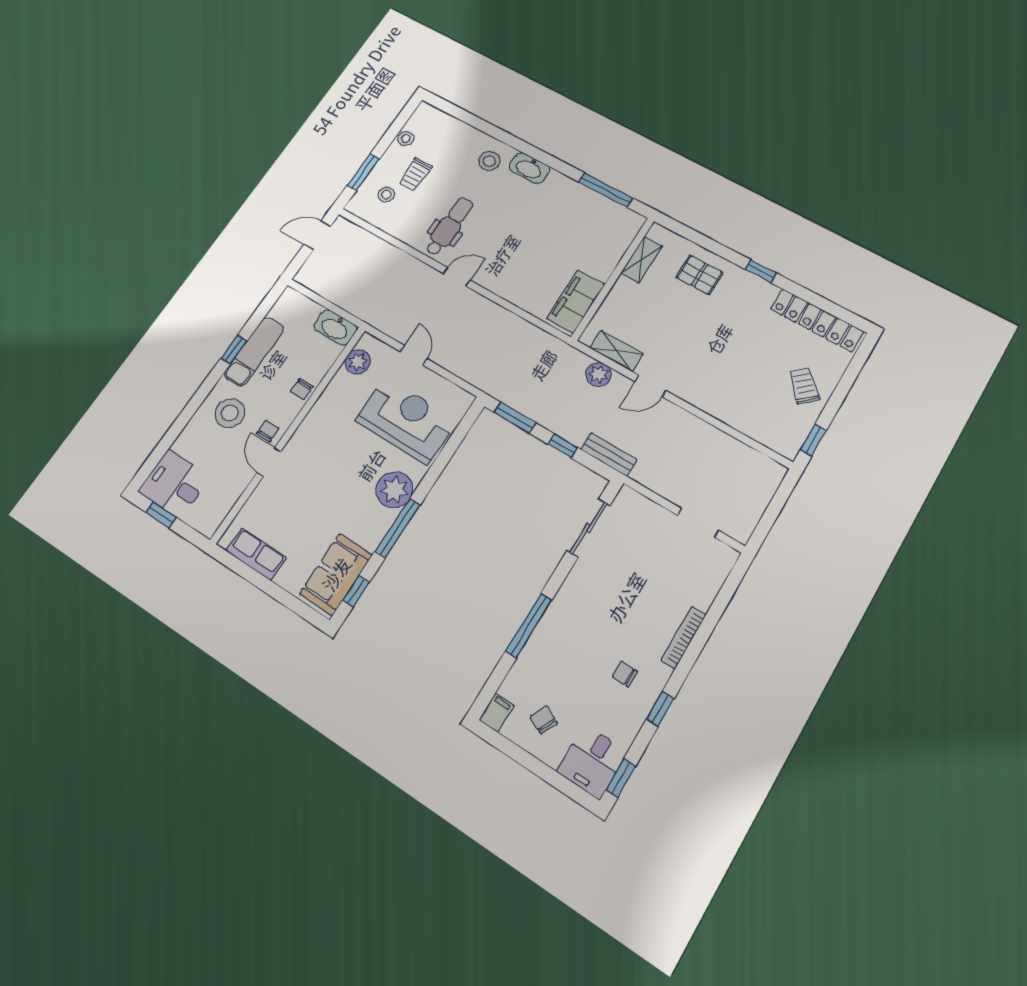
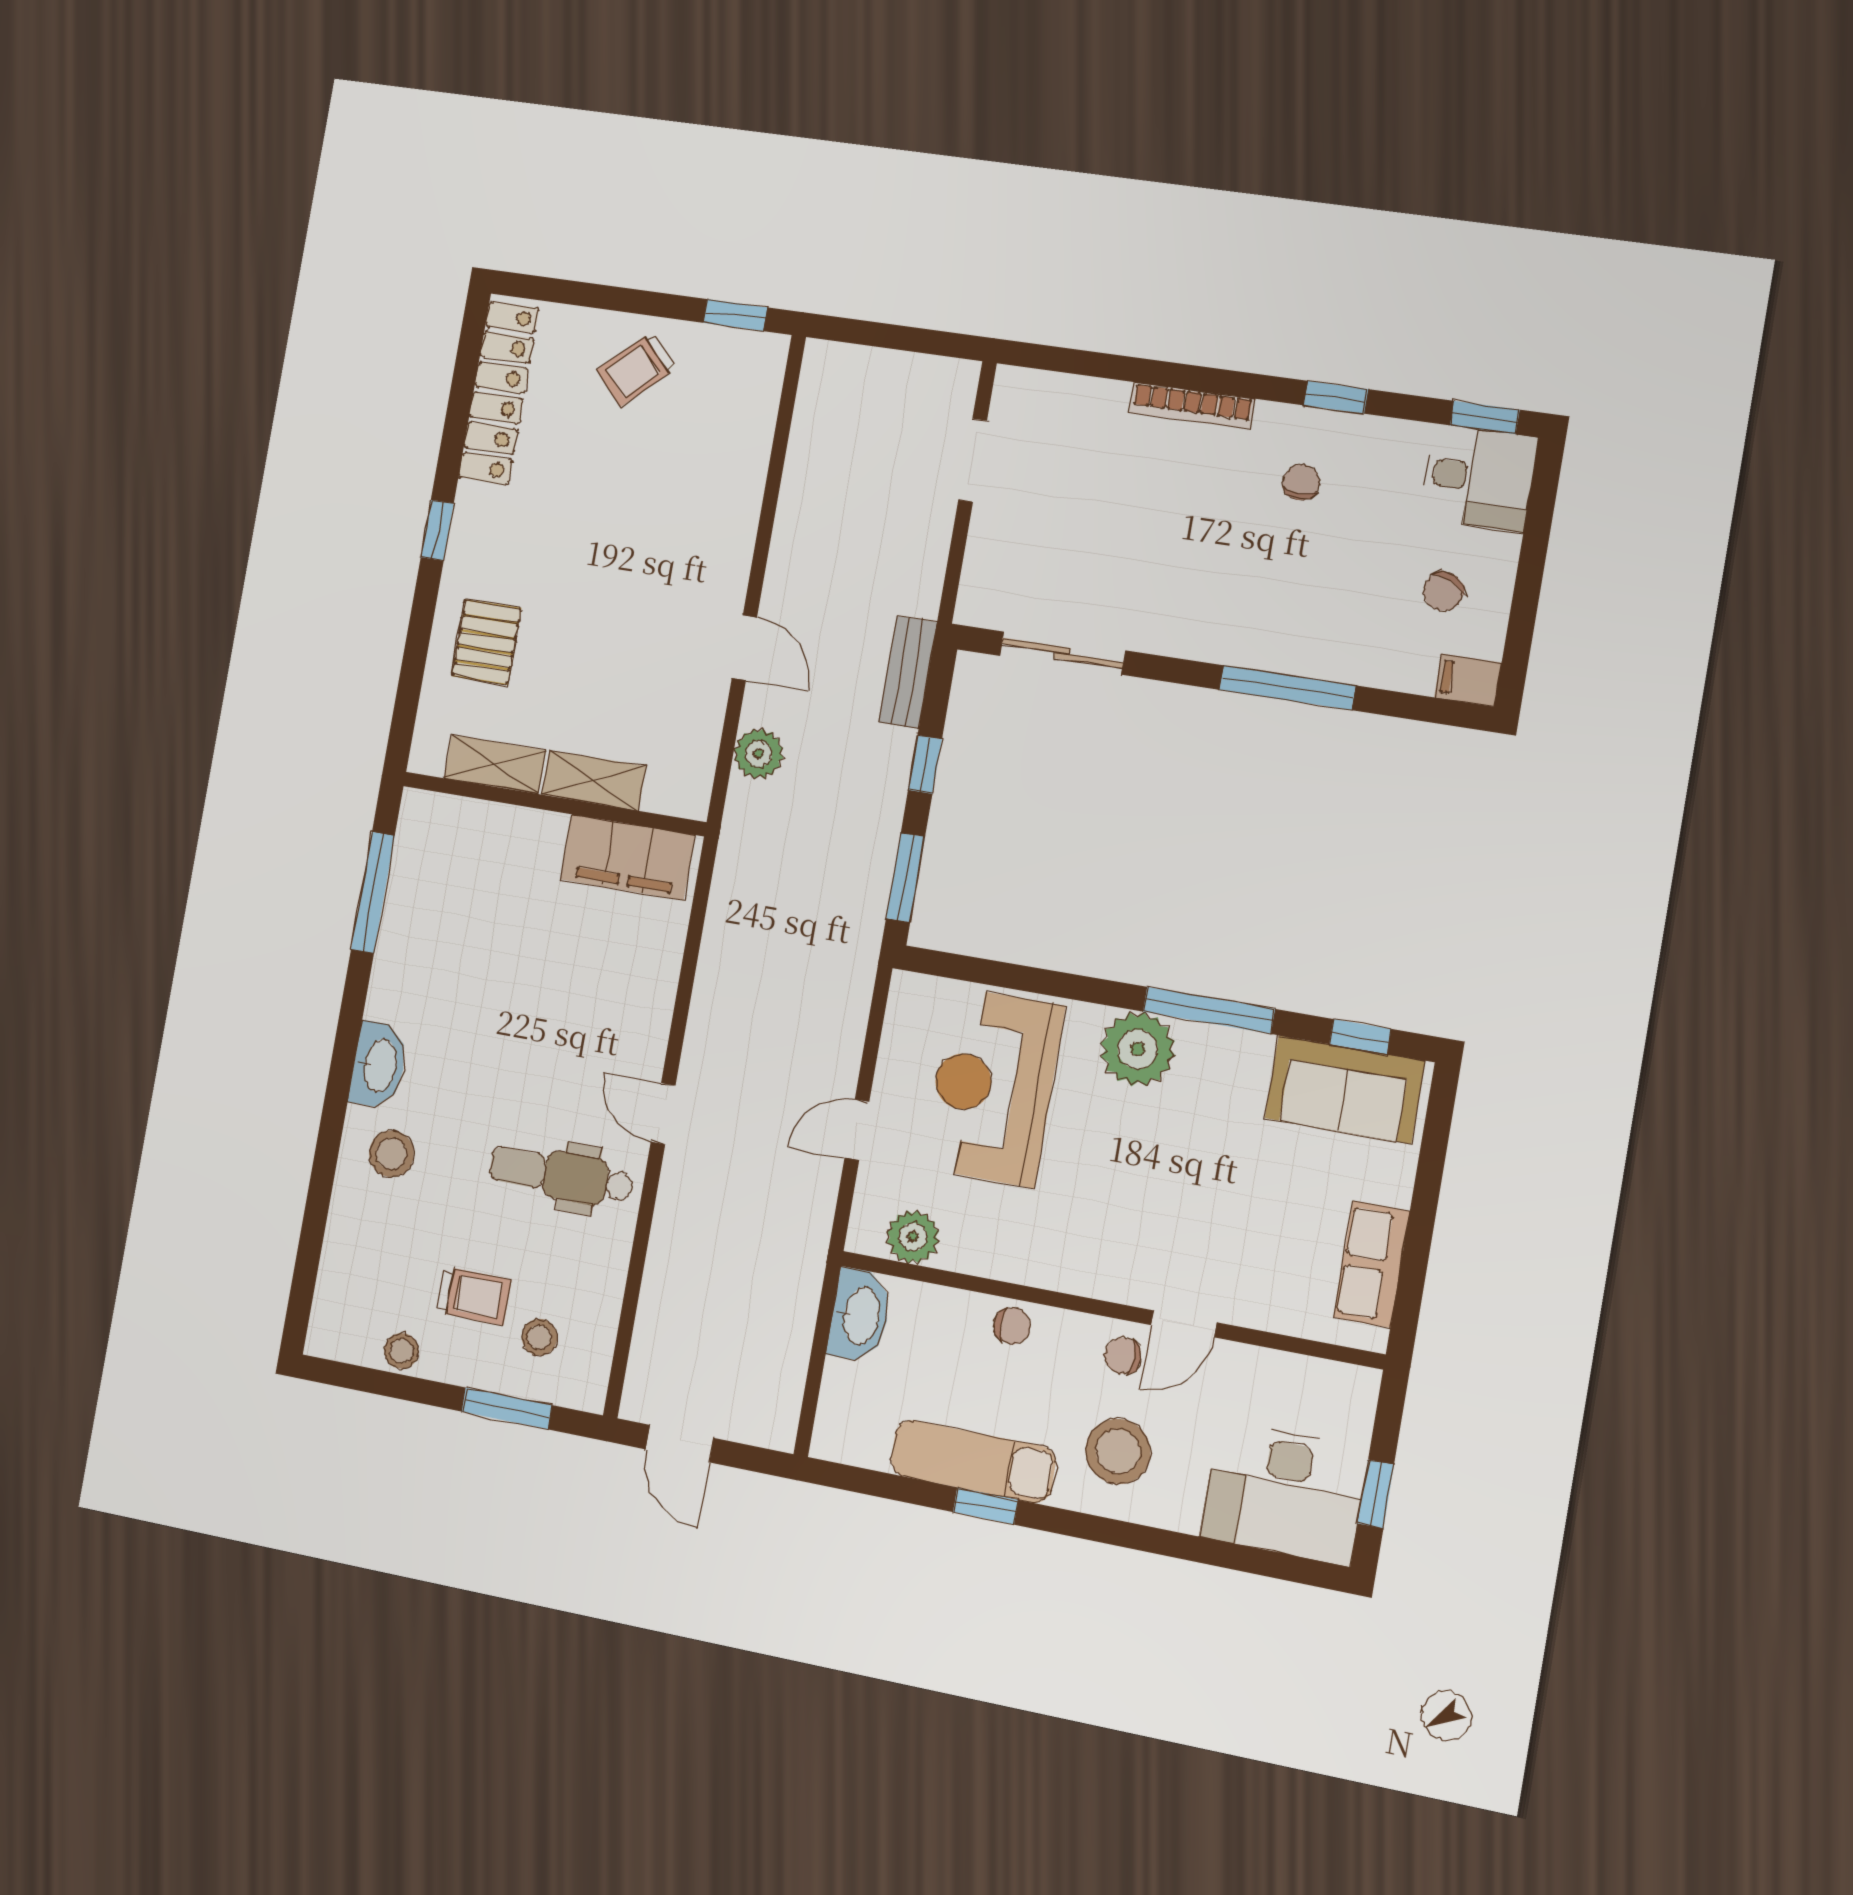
shelving: (617, 351) -> (594, 780), moved, turned 90
desk: (174, 484) -> (1284, 1493), width x1.37
chair: (625, 674) -> (1301, 482), turned 180

